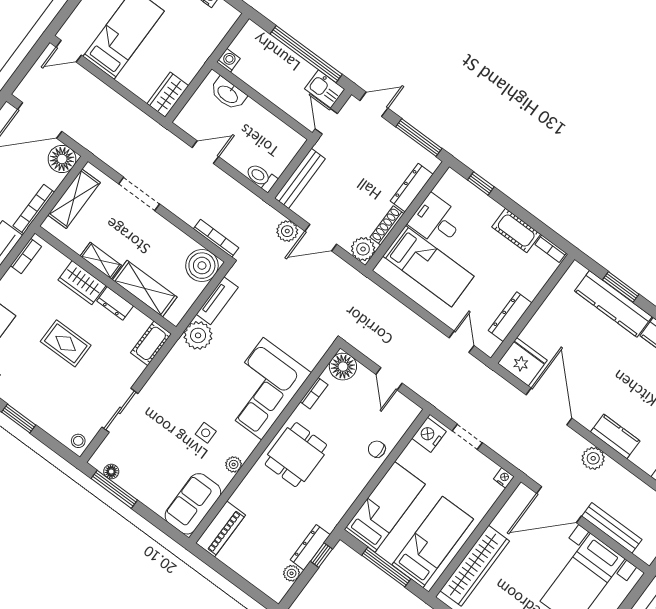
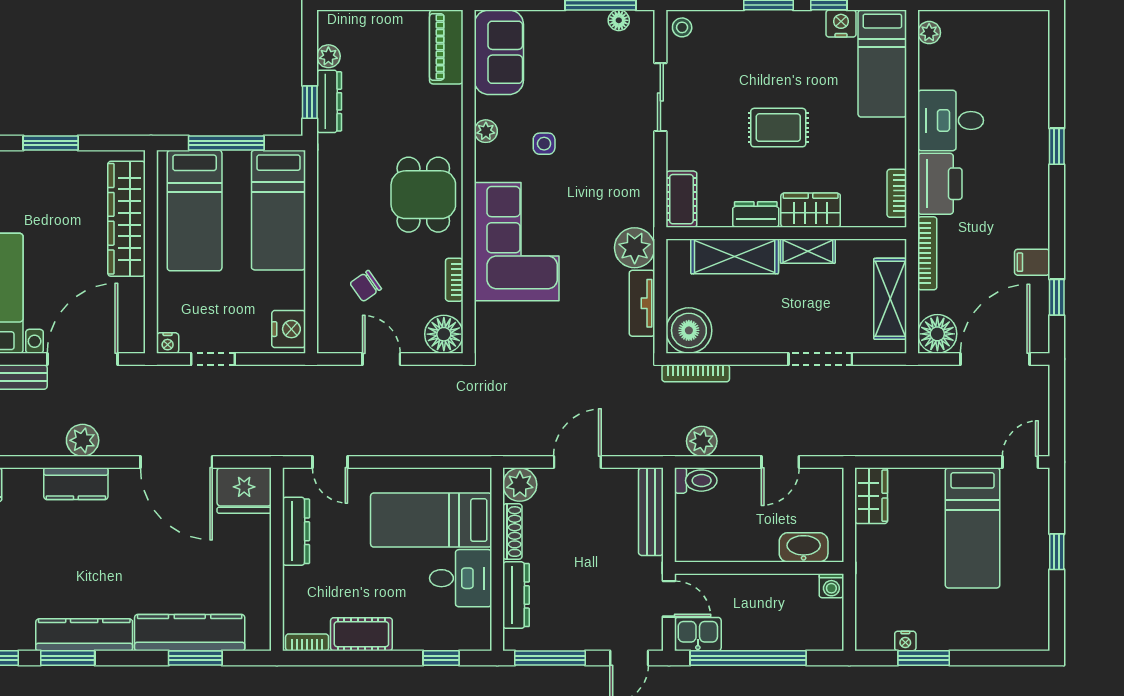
plant: (287, 231) -> (702, 441), moved
doorway: (467, 437) -> (213, 359), moved
chair: (377, 449) -> (366, 286), moved, turned 145

